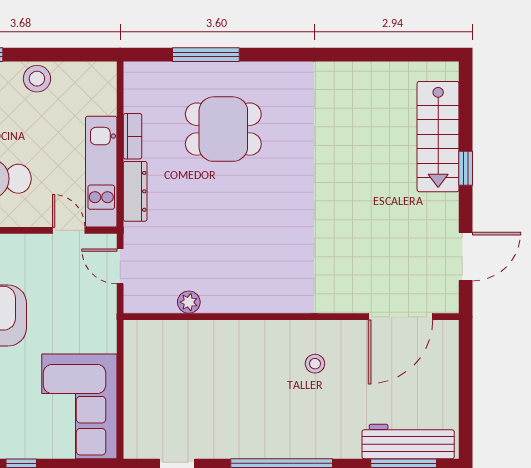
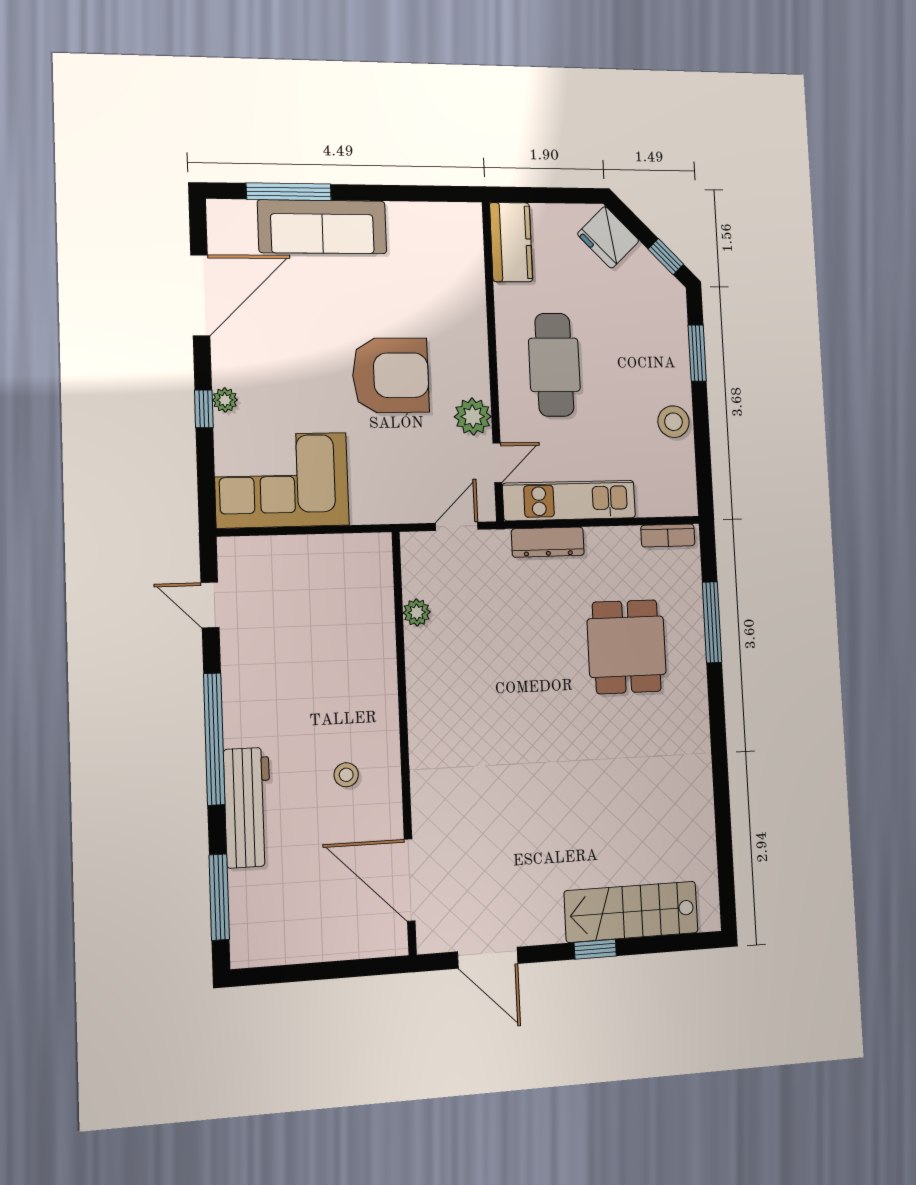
bookcase: (133, 136) -> (668, 536), moved
plant: (30, 249) -> (473, 417), added
workbench: (408, 441) -> (248, 808), moved
plant: (14, 449) -> (225, 400), added

